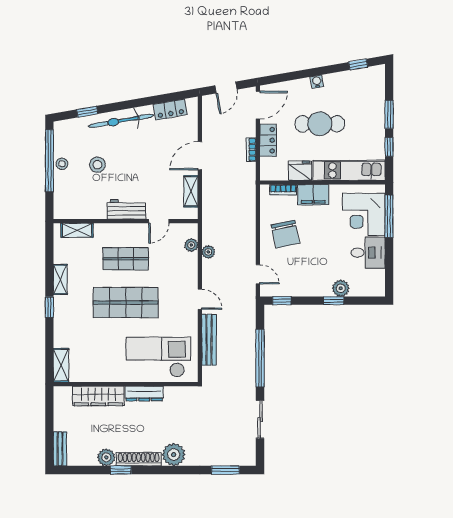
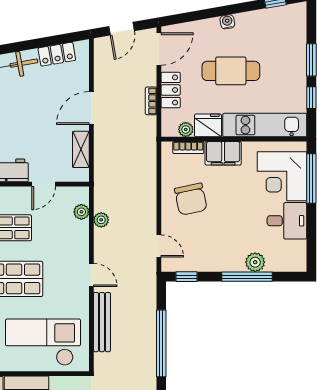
plant: (281, 174) -> (186, 129), added
window: (334, 301) -> (247, 277), width x2.17

